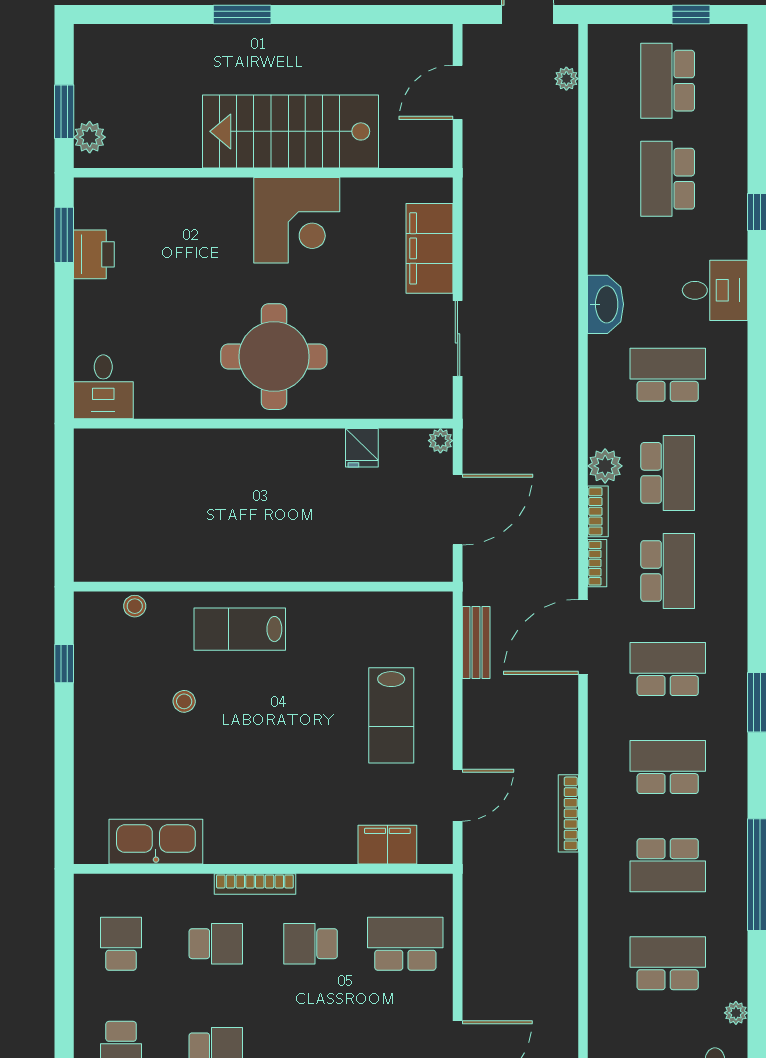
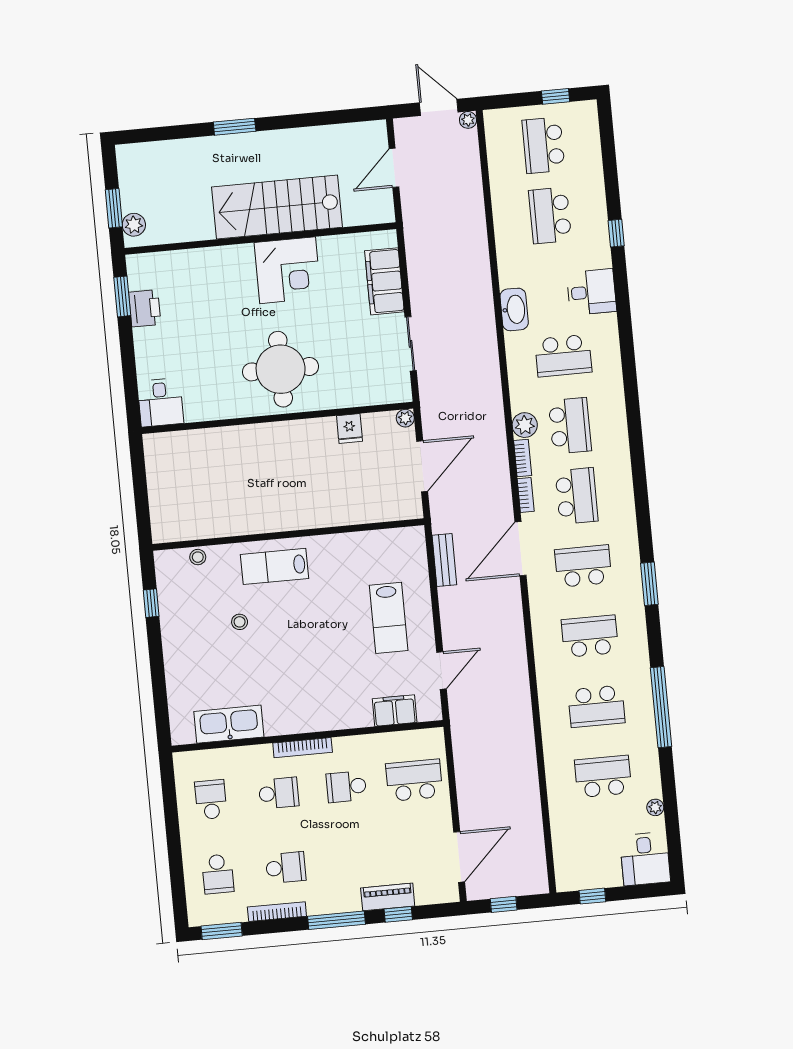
plant: (566, 79) -> (468, 120), moved
school desk: (668, 375) -> (563, 356), turned 180
bookcase: (568, 813) -> (522, 676), removed

